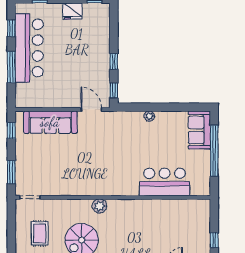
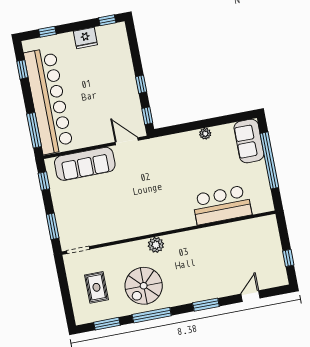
bar counter: (29, 48) -> (49, 101), width x1.36
window: (11, 67) -> (34, 130), moved
plant: (149, 116) -> (205, 134), moved

